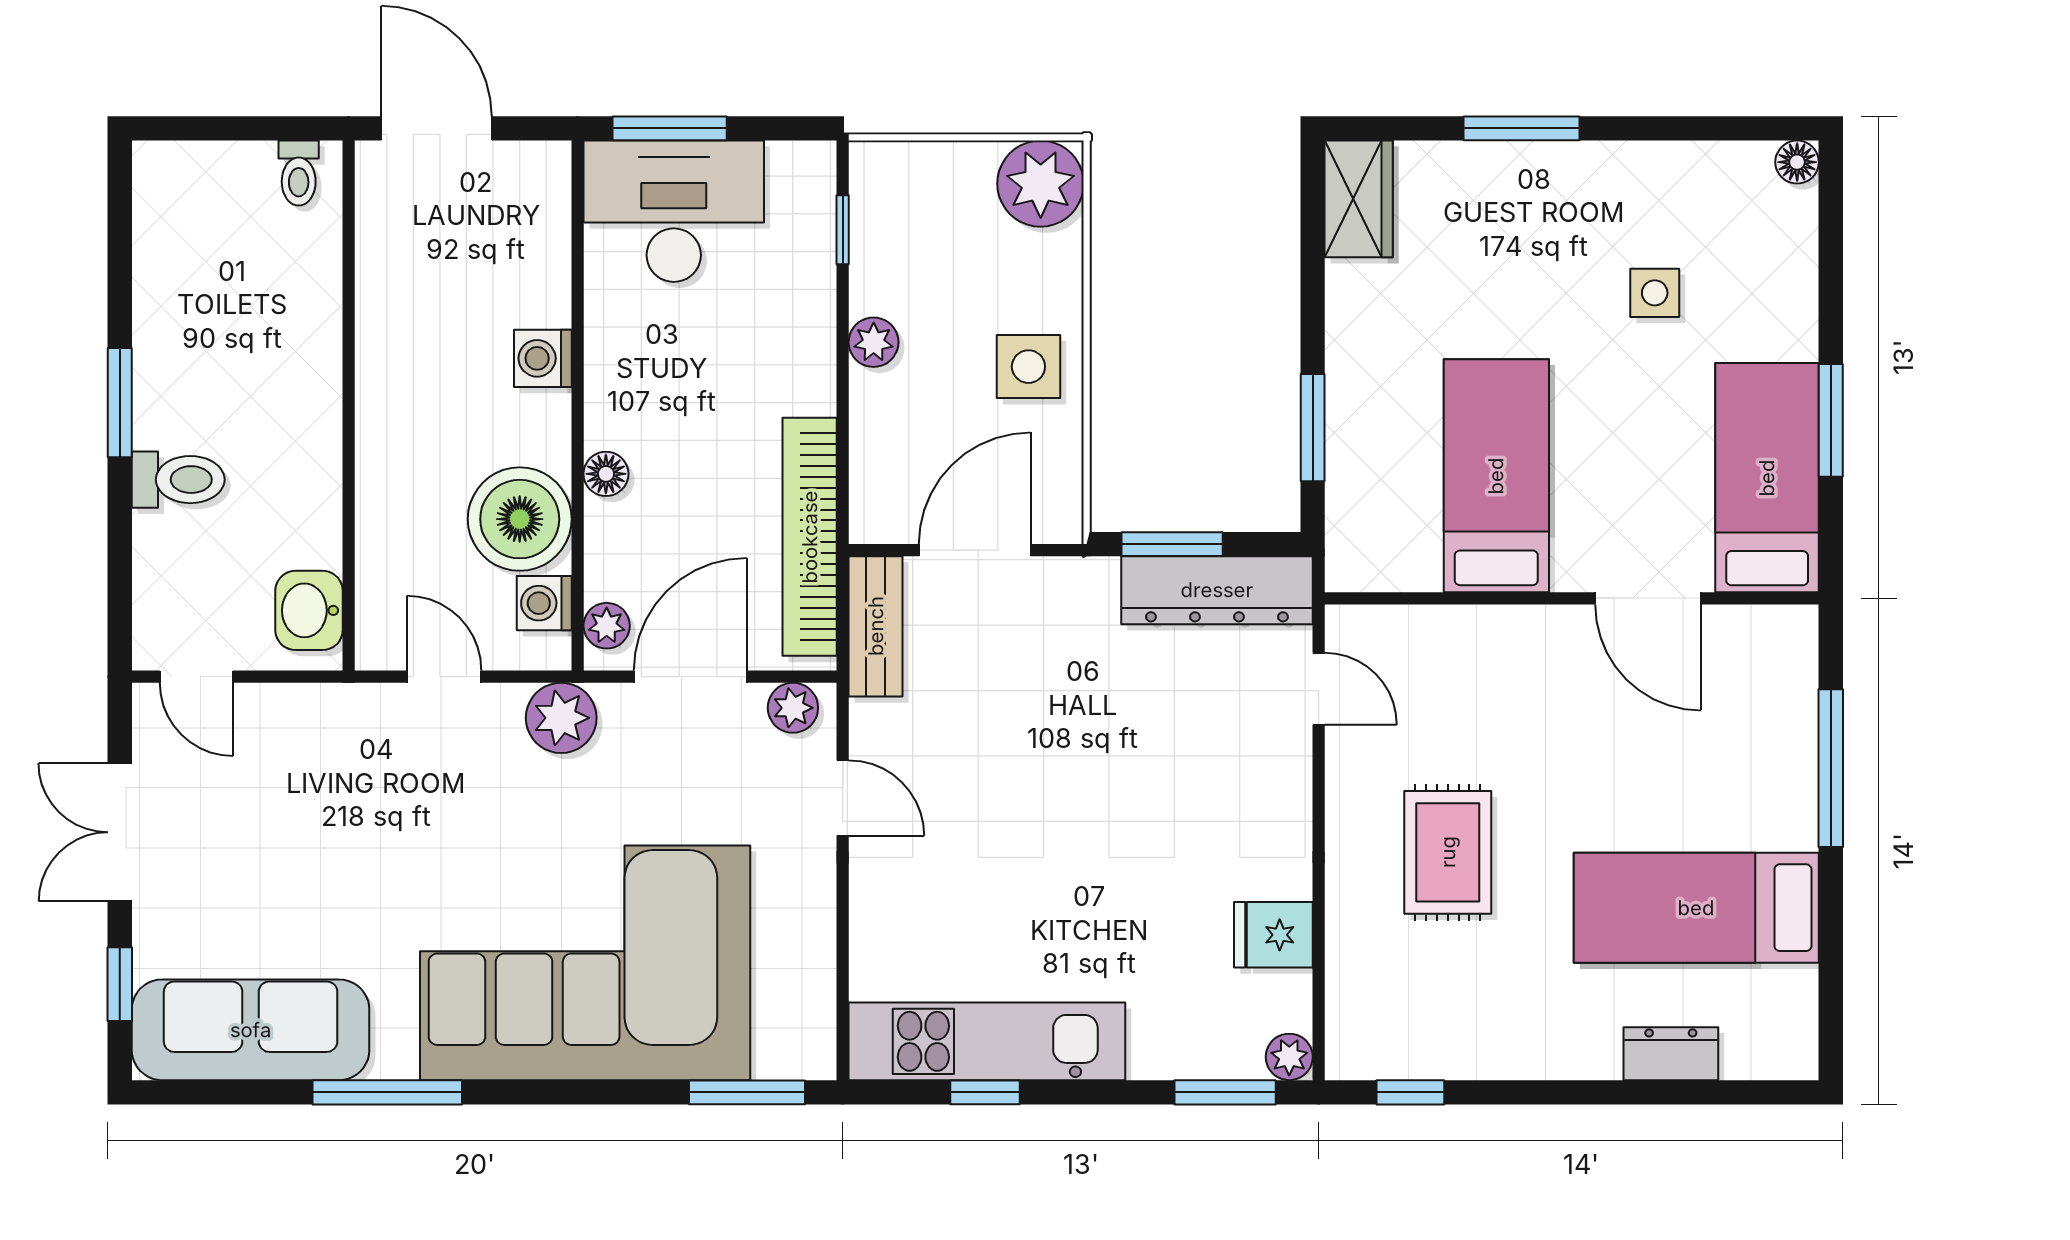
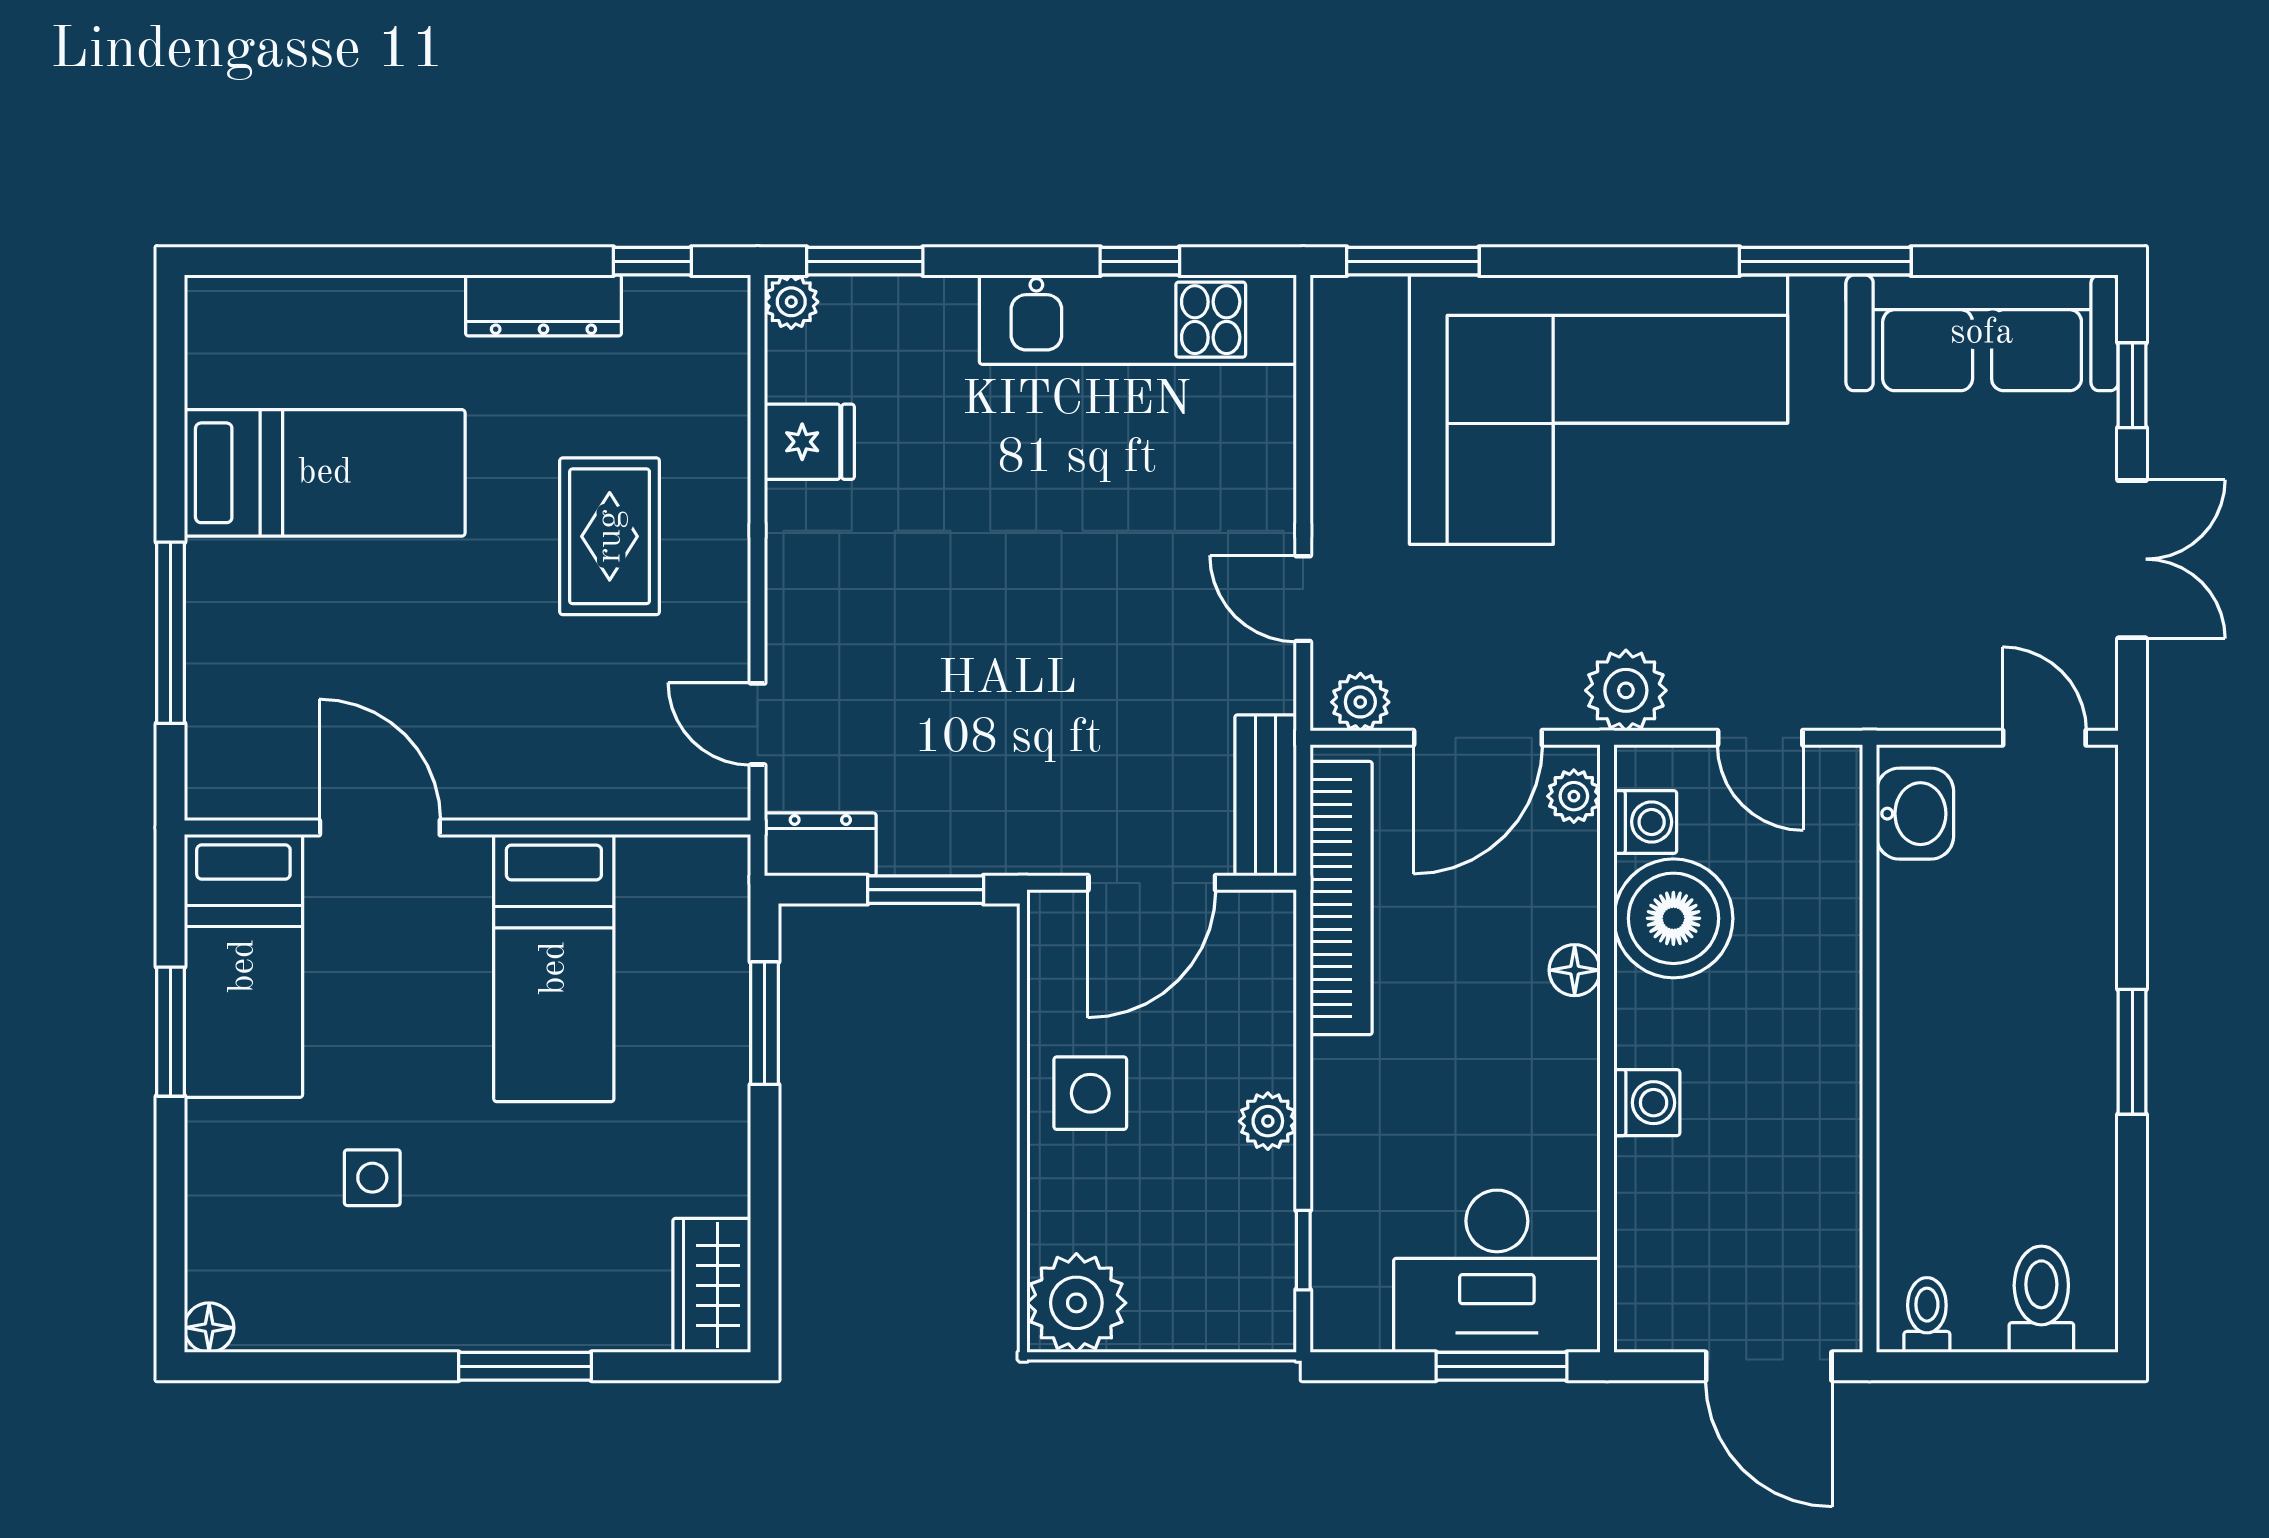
toilet: (178, 480) -> (2041, 1299), moved, turned 90
dresser: (1217, 590) -> (820, 844), width x0.51, depth x0.80
dresser: (1671, 1054) -> (543, 305), moved, width x1.44

